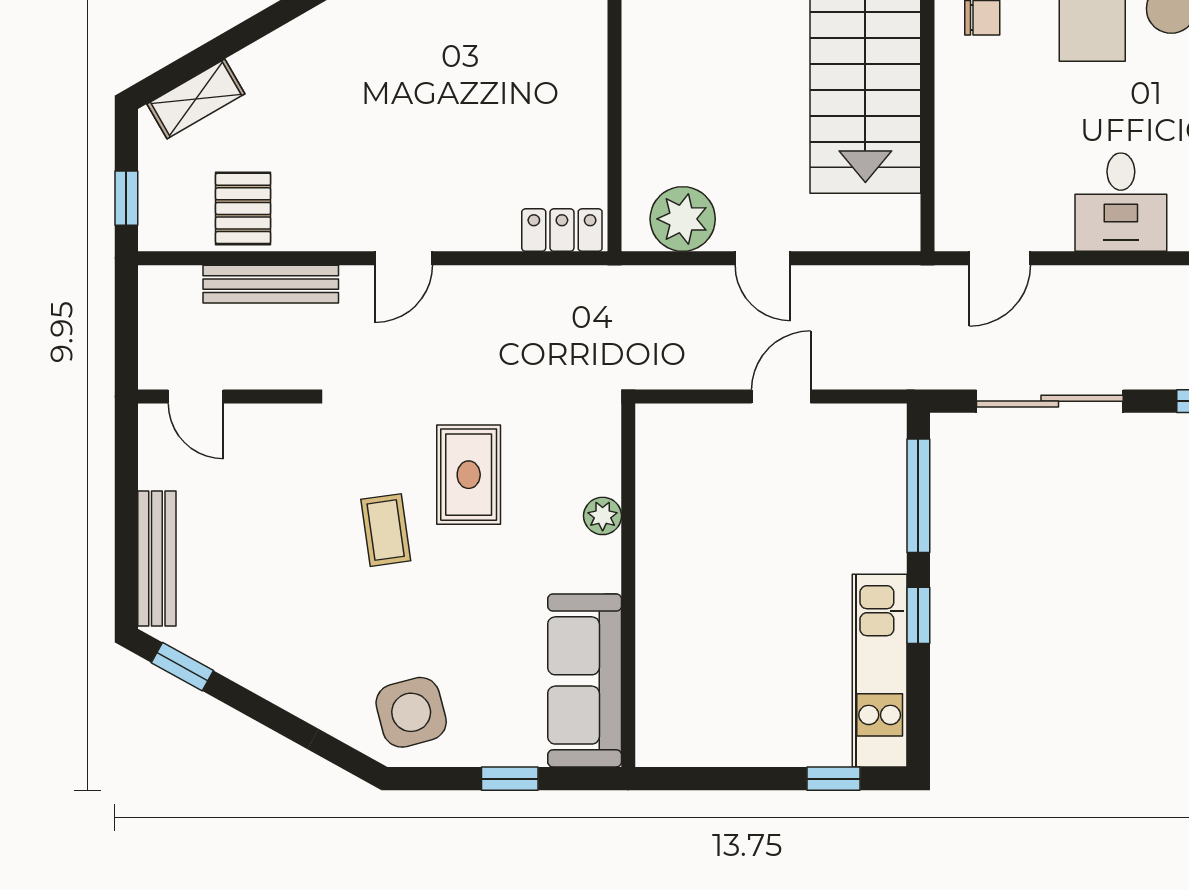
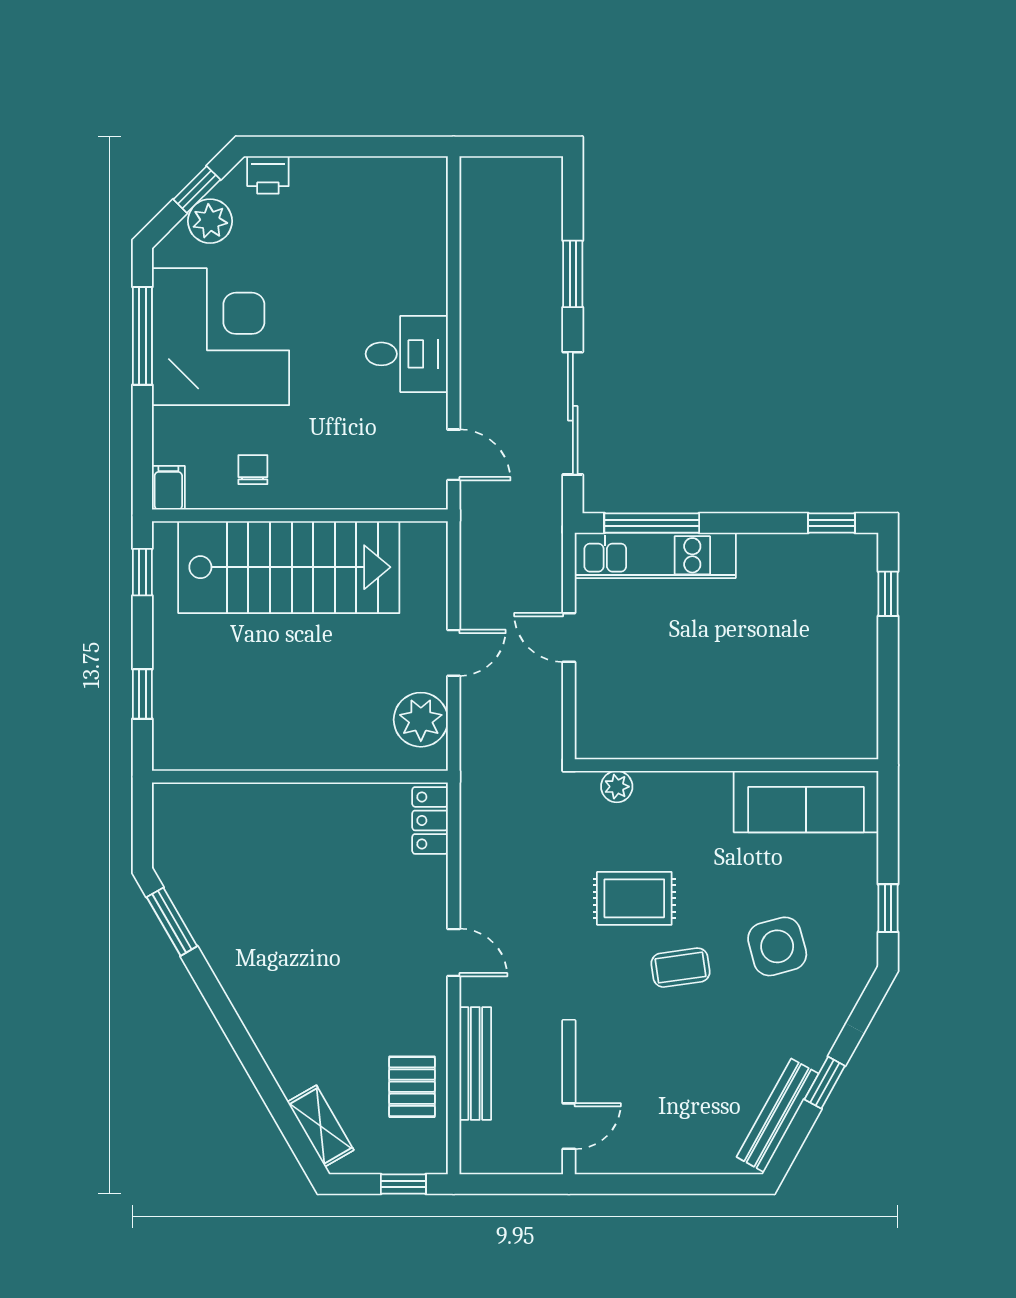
pallet: (243, 208) -> (412, 1087), turned 90
plant: (603, 516) -> (617, 787), moved
bench: (157, 558) -> (778, 1115), moved, turned -61
window: (918, 615) -> (832, 523), moved
window: (182, 667) -> (825, 1083), moved
kitchen unit: (880, 671) -> (655, 555), moved
side table: (411, 712) -> (777, 946), moved
window: (510, 779) -> (888, 908), moved

